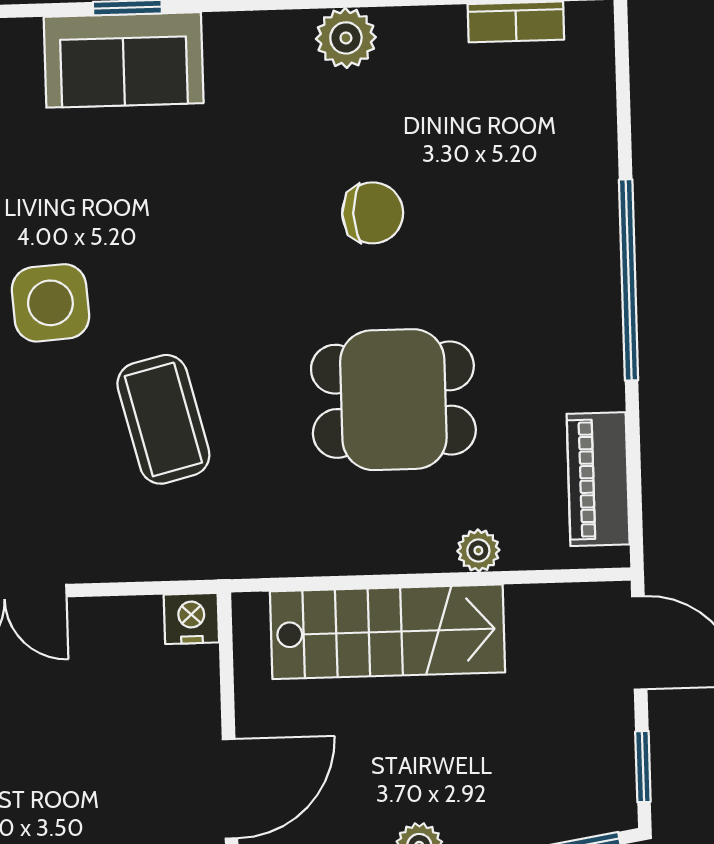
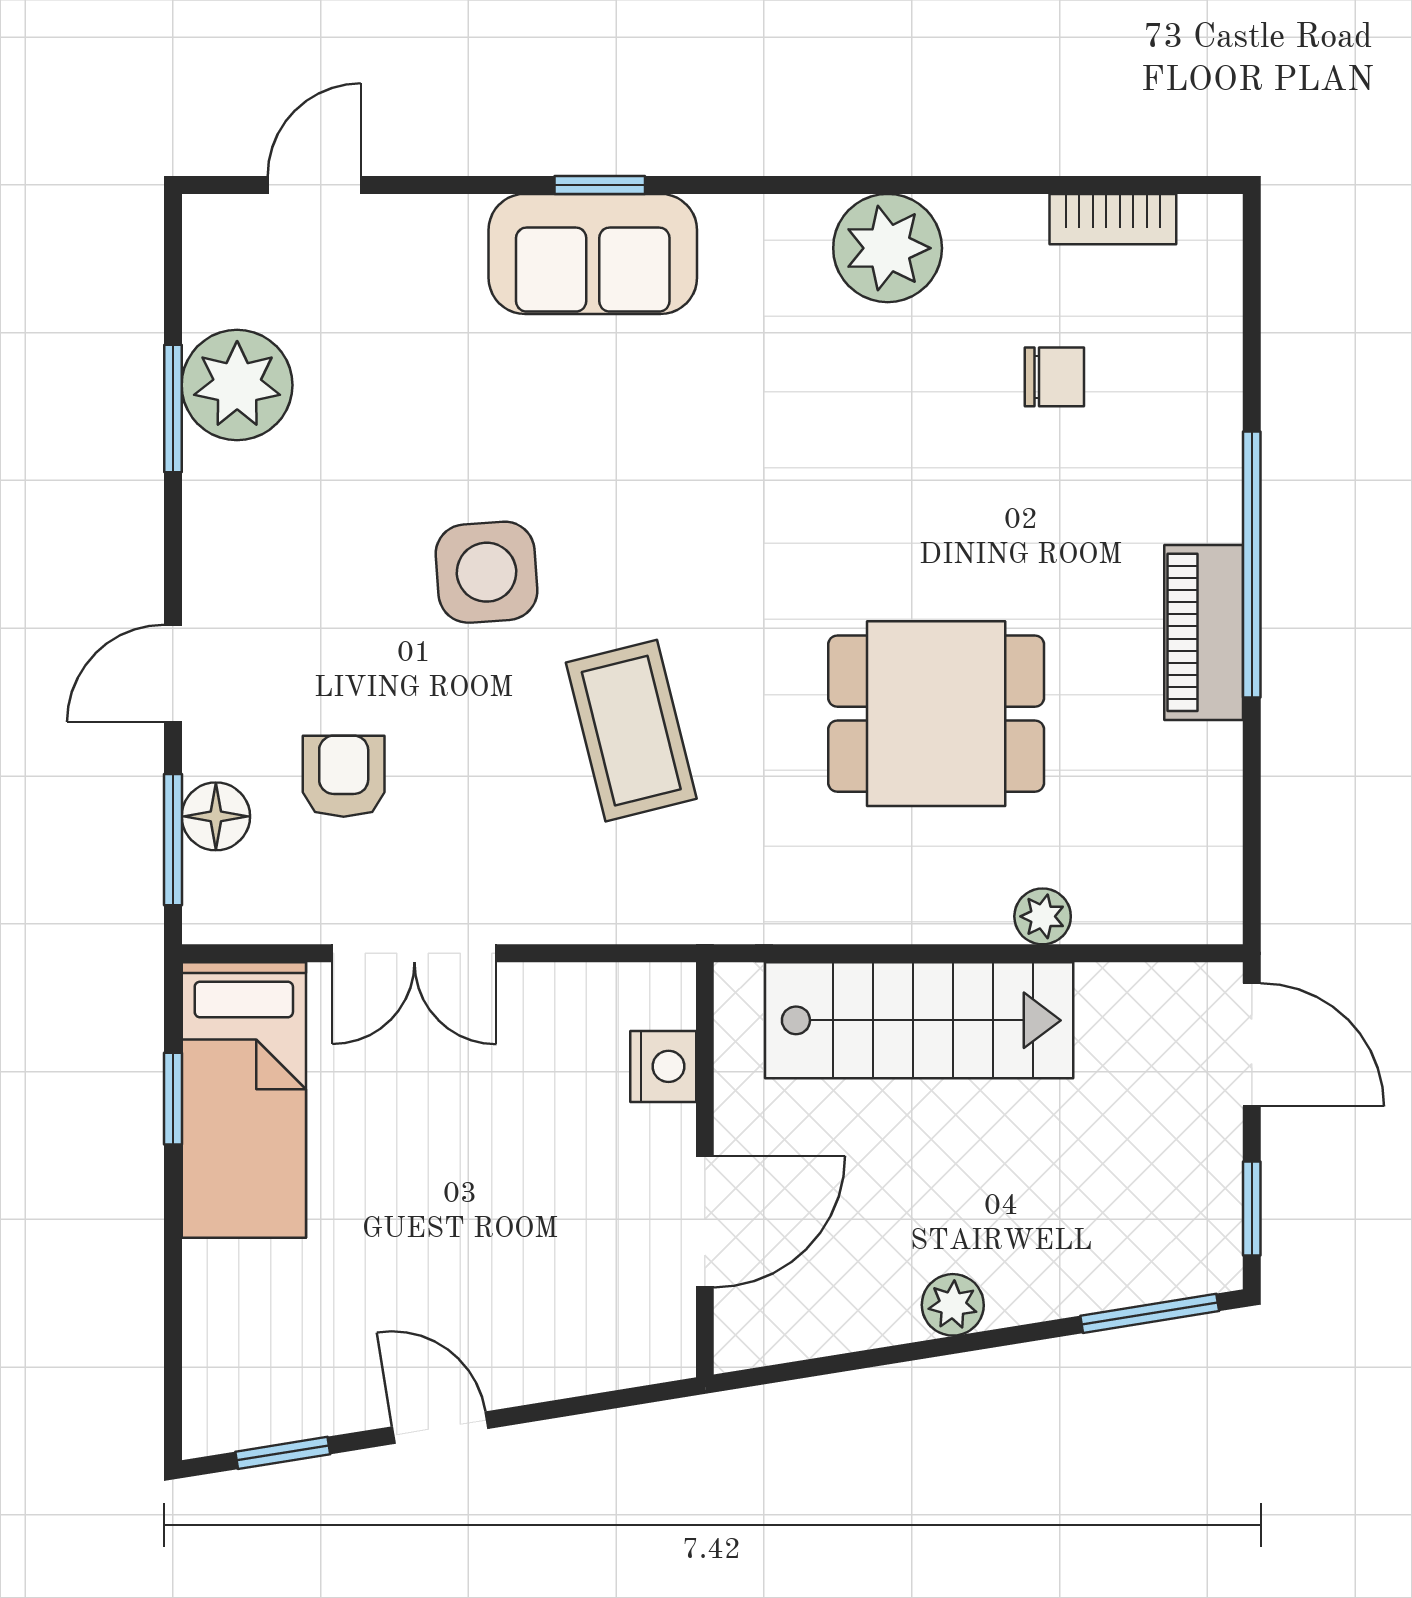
plant: (346, 38) -> (888, 248), width x1.36, depth x1.36
chair: (373, 213) -> (1054, 377), moved, width x0.73, depth x0.73
piano: (598, 479) -> (1204, 632), moved
nightstand: (191, 618) -> (663, 1066), moved, turned 90

